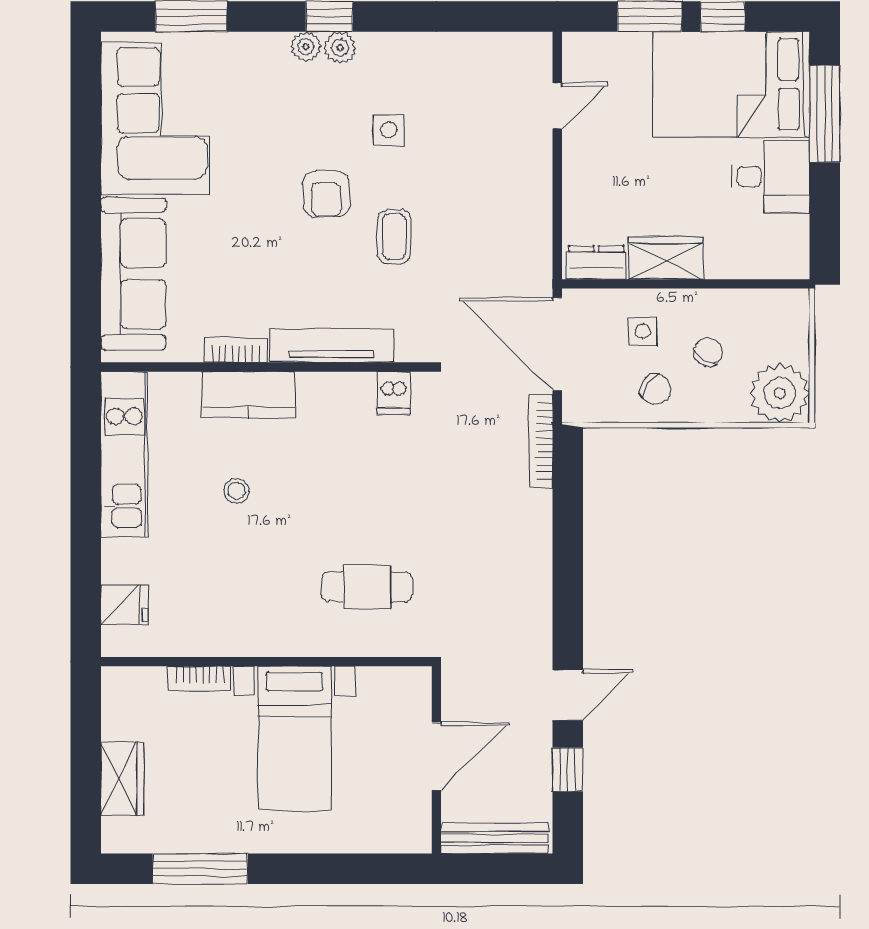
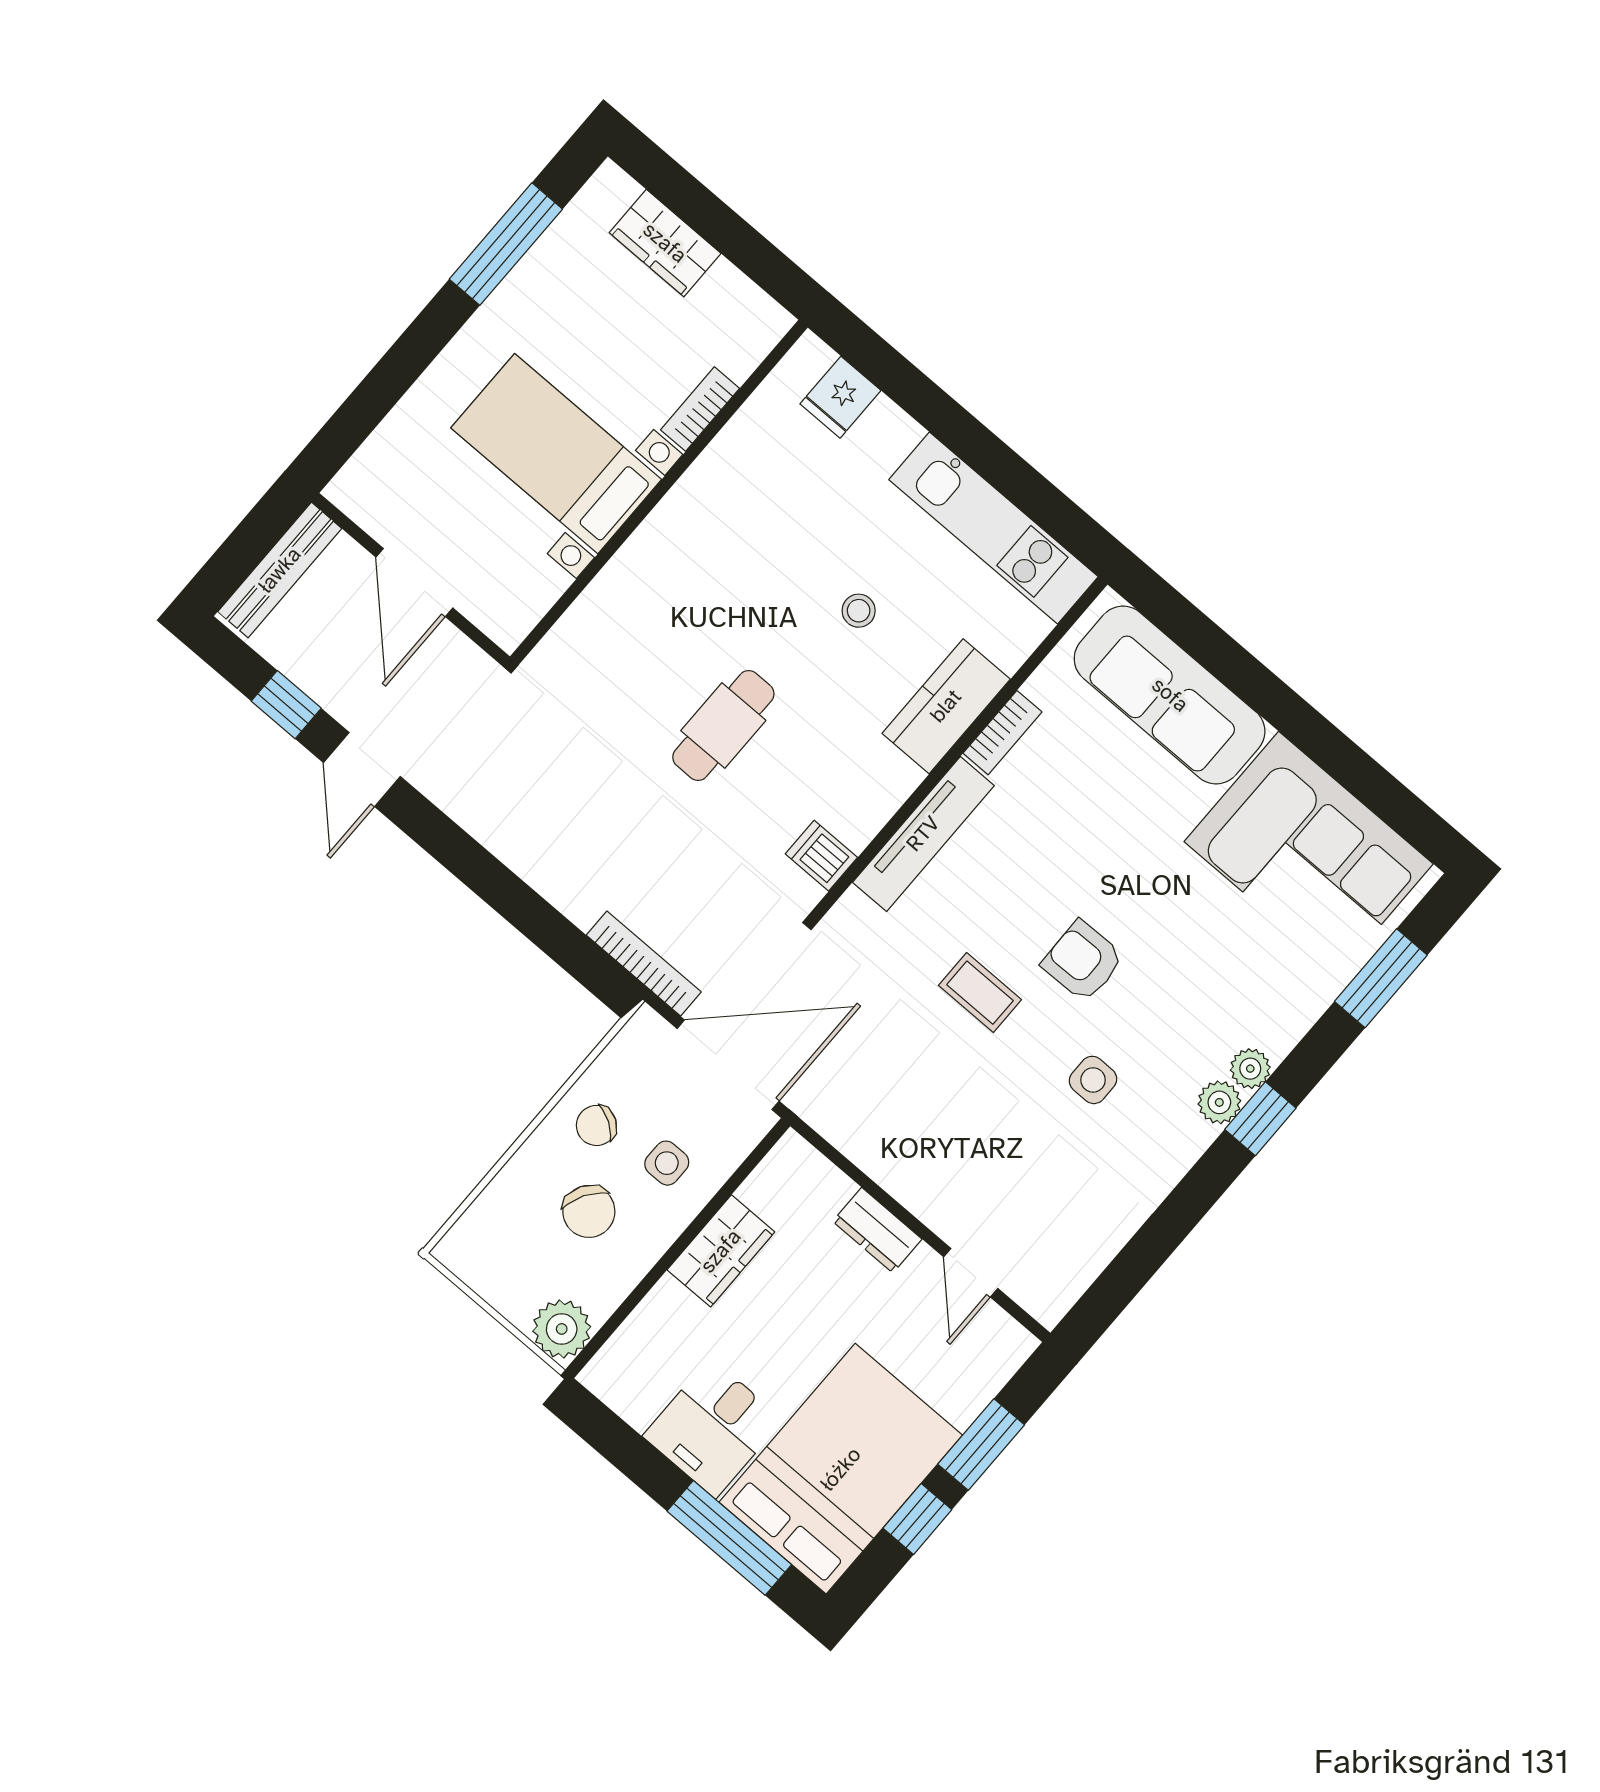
dresser: (596, 263) -> (877, 1230), moved, turned 90
chair: (708, 352) -> (589, 1211), width x1.37, depth x1.37
plant: (780, 393) -> (562, 1329), moved, width x0.73, depth x0.73
cafe table: (367, 587) -> (723, 725), moved

